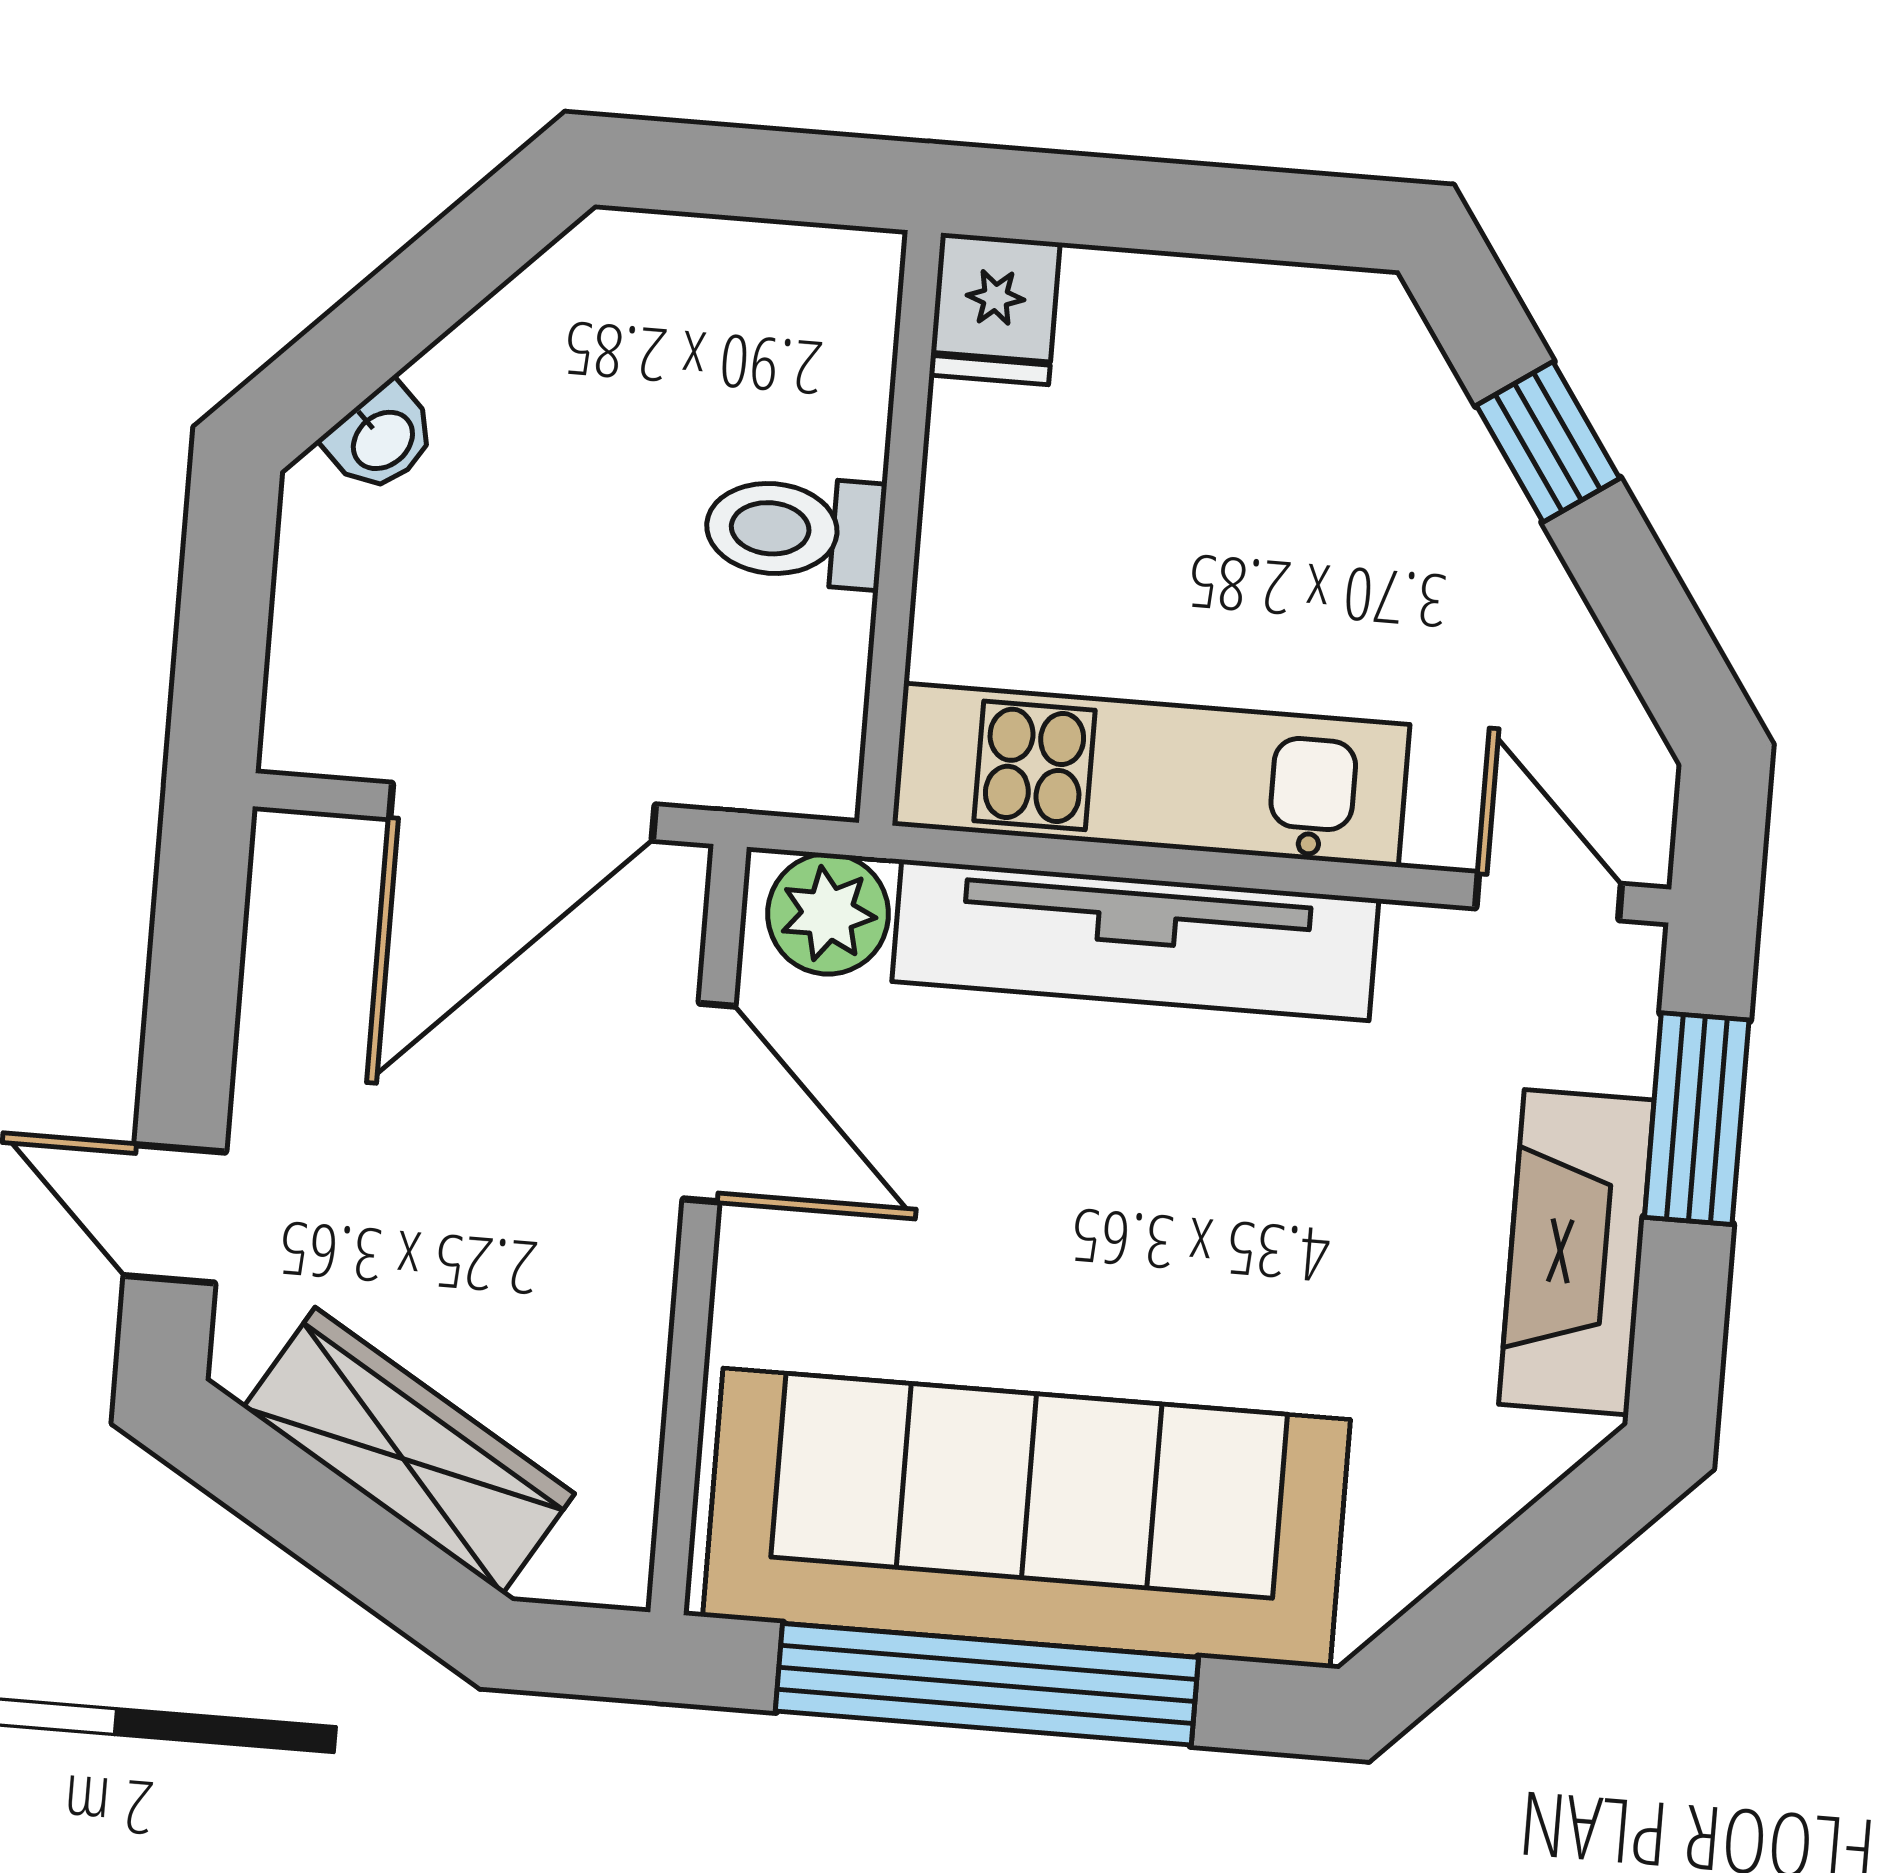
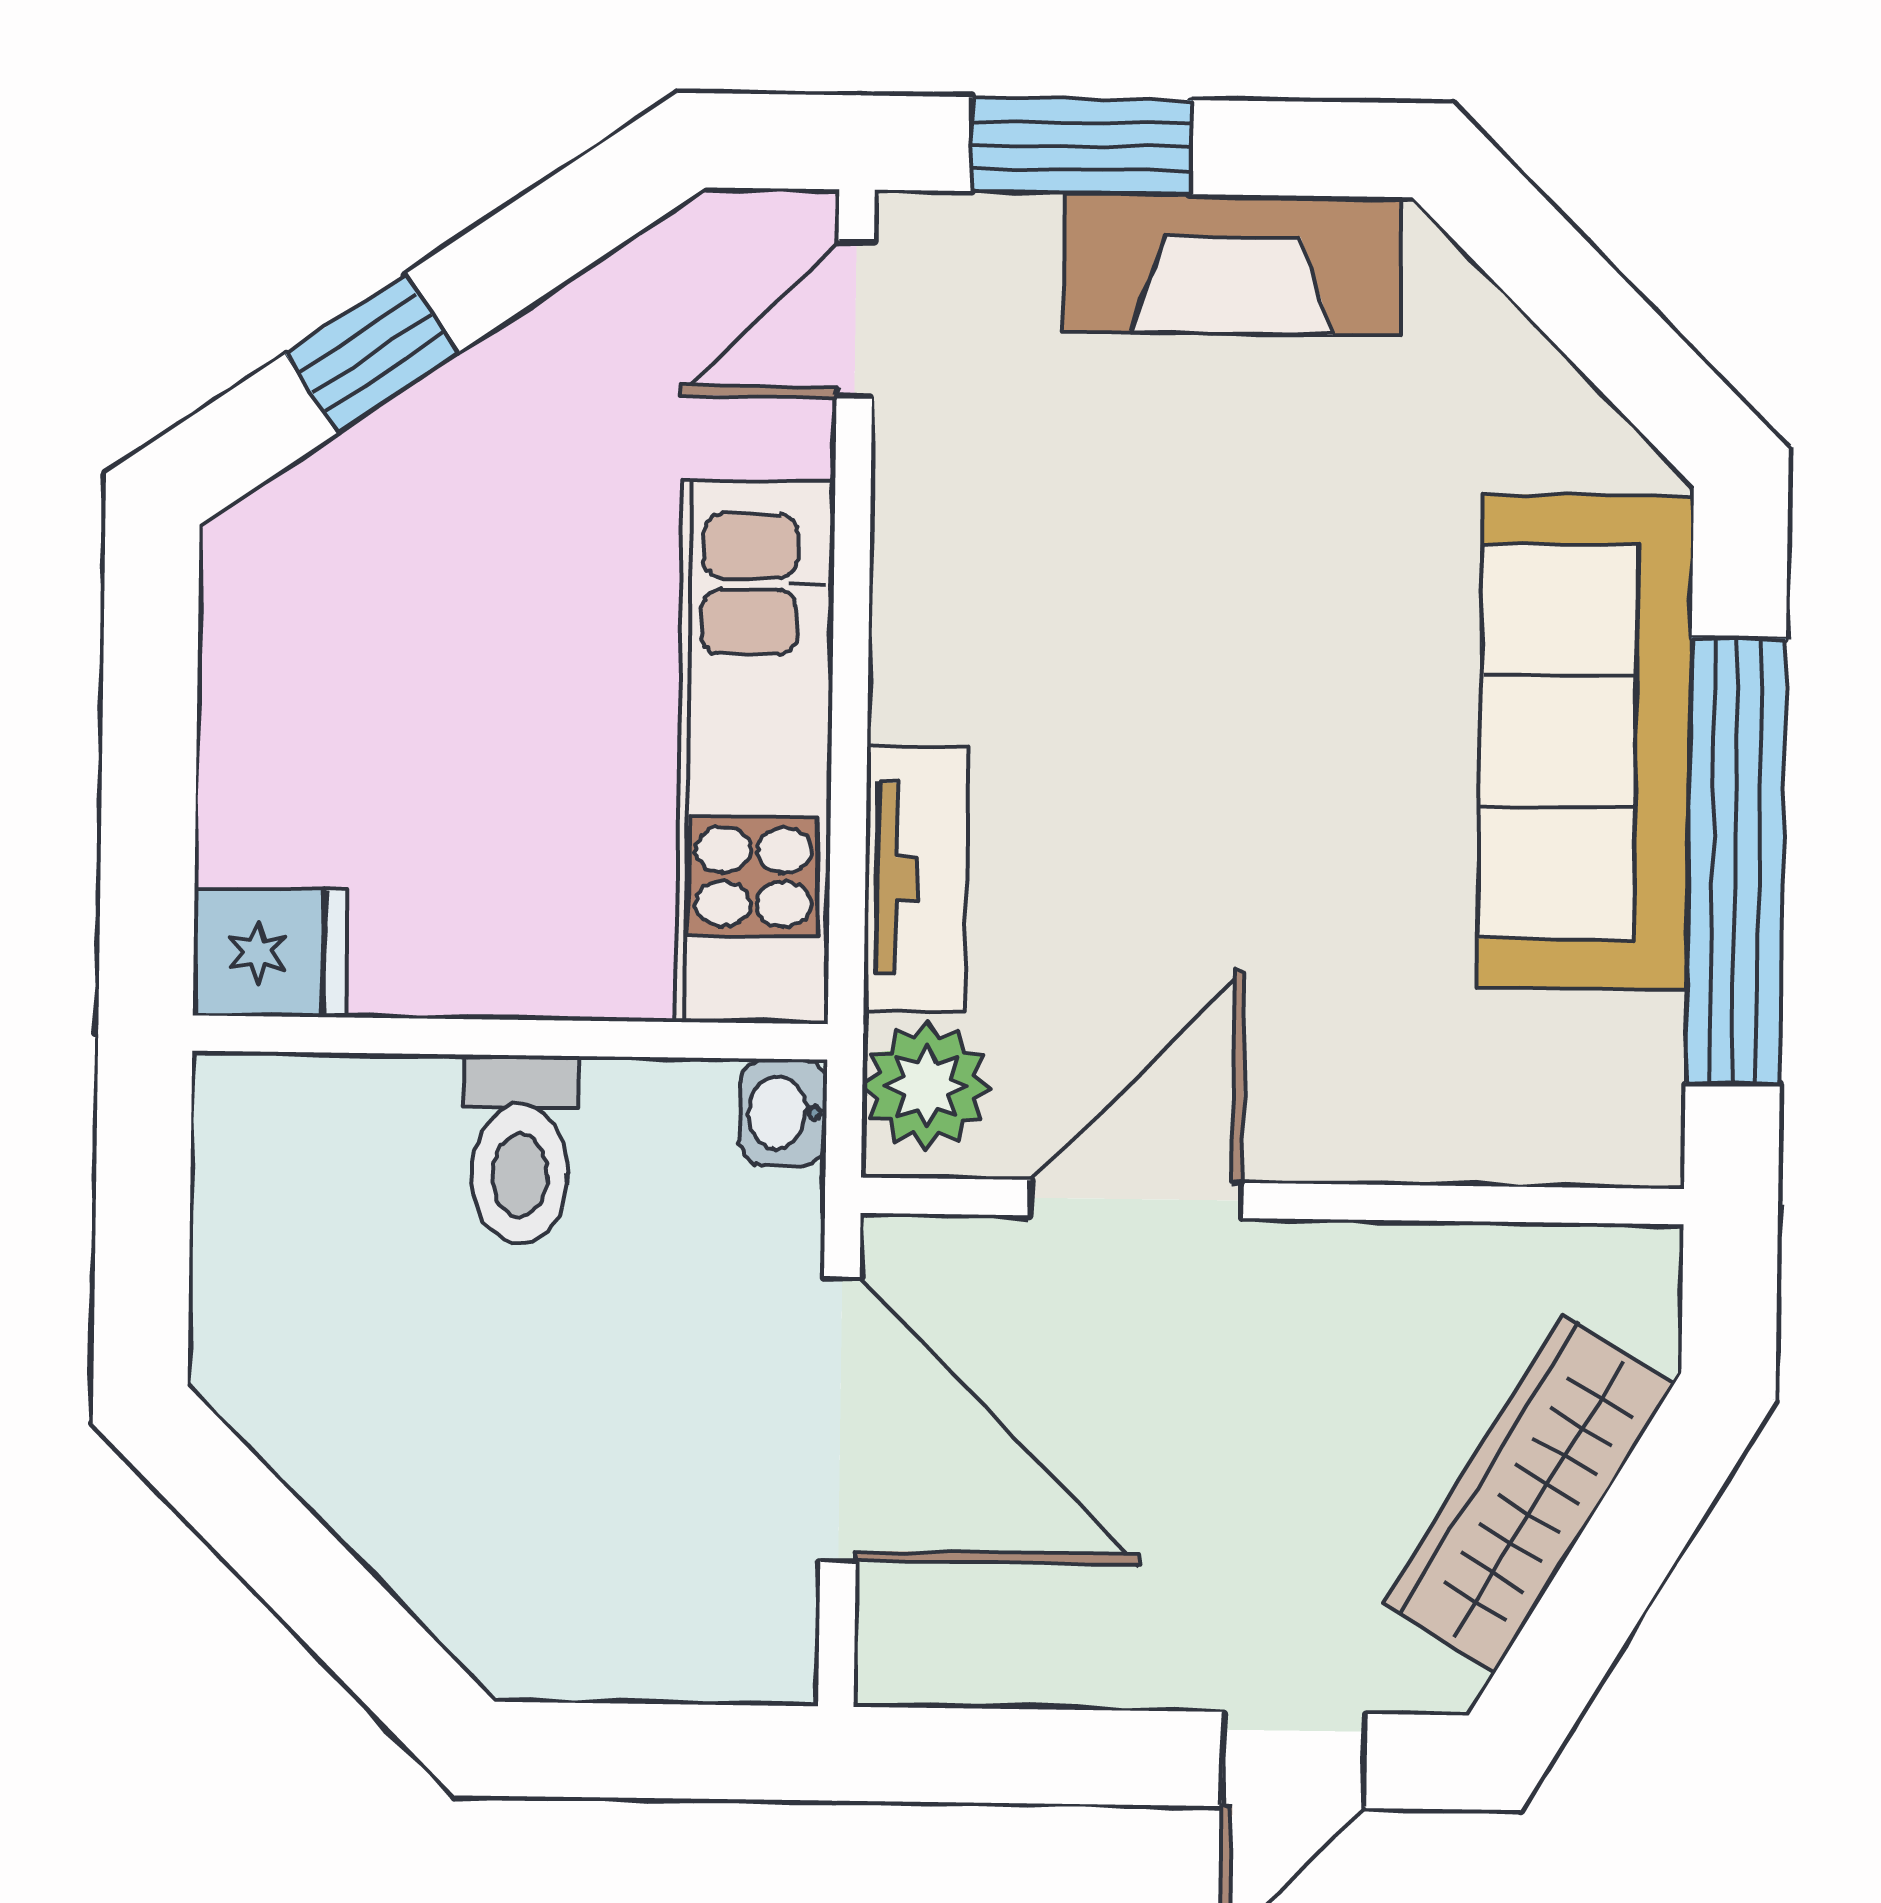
washbasin: (381, 439) -> (783, 1113), moved, turned -135
tv unit: (1135, 940) -> (916, 879), width x0.52, depth x0.78
sofa: (1027, 1518) -> (1585, 742), width x0.74, depth x0.79

